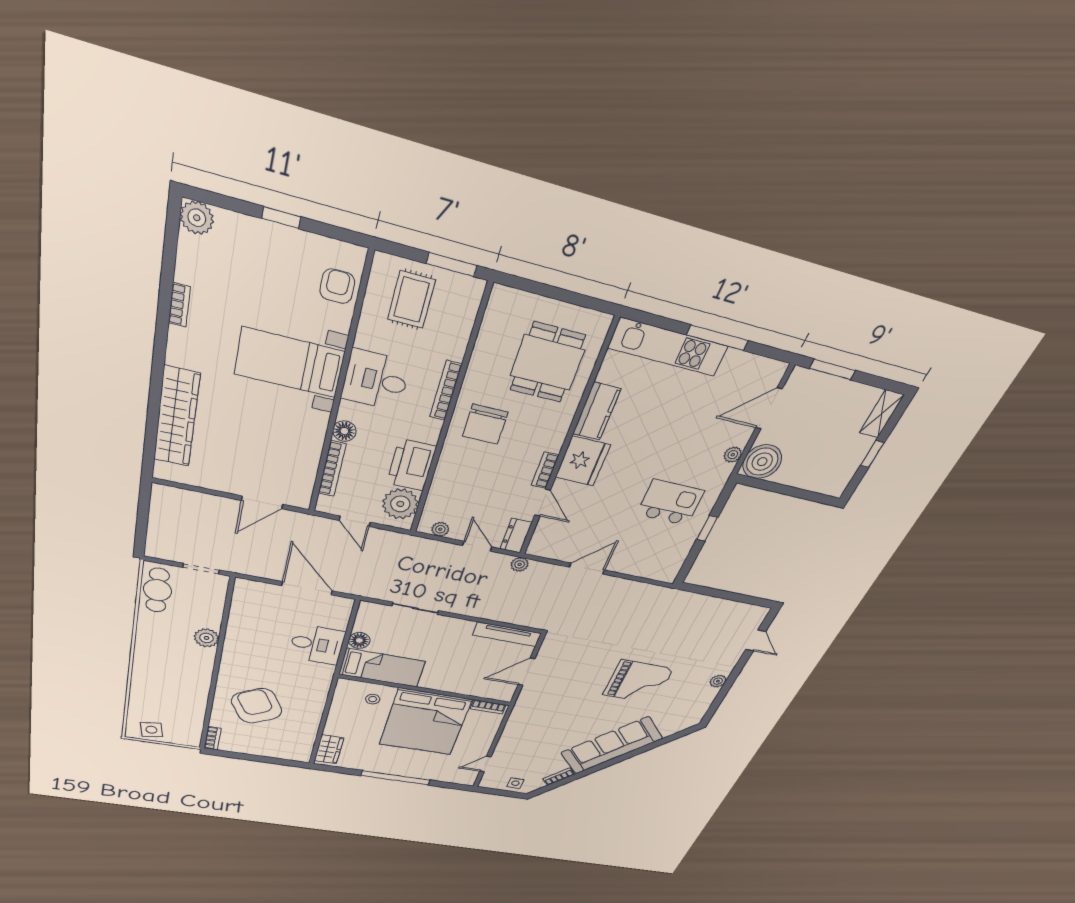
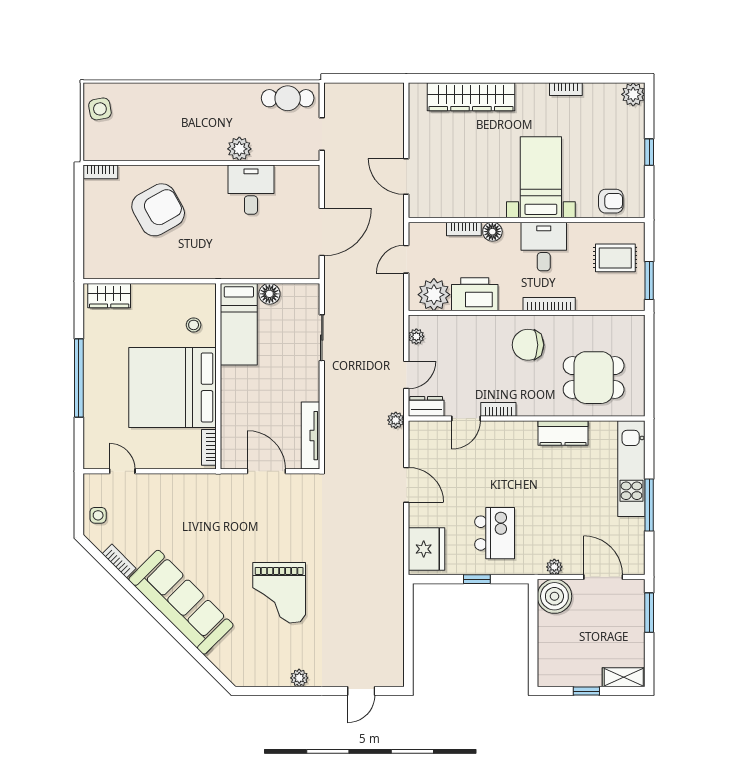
fridge: (583, 461) -> (427, 549), moved, turned -90
bookcase: (332, 469) -> (464, 229), width x0.64
desk: (317, 645) -> (251, 190), moved, turned 180

